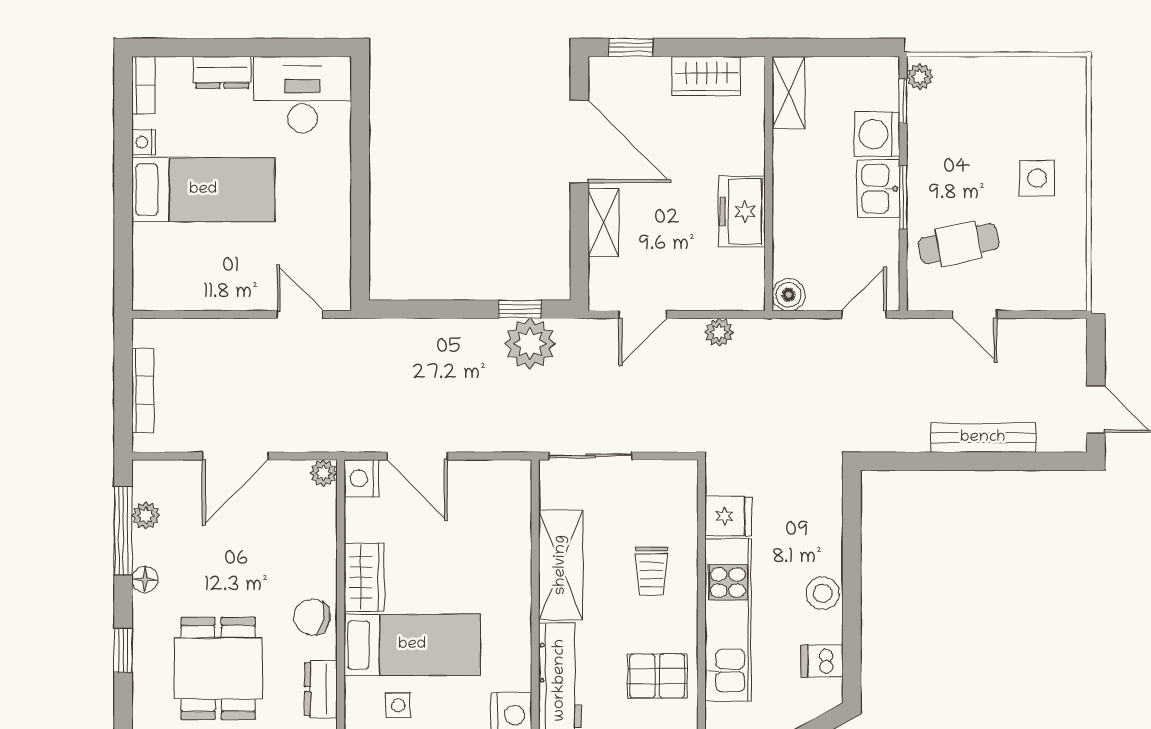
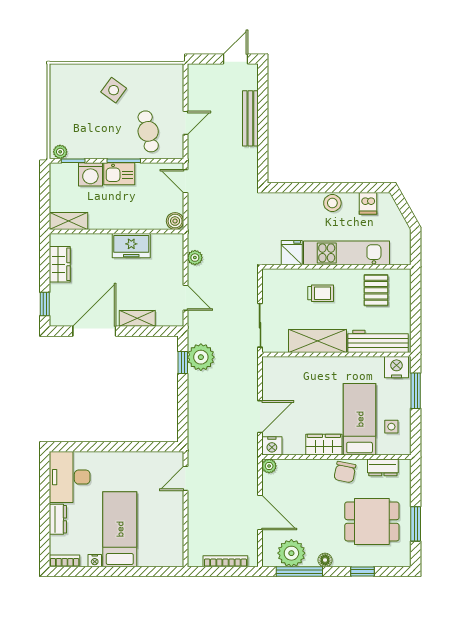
side table: (1037, 178) -> (114, 90), turned 36
plant: (146, 516) -> (291, 553), width x1.88, depth x1.88

